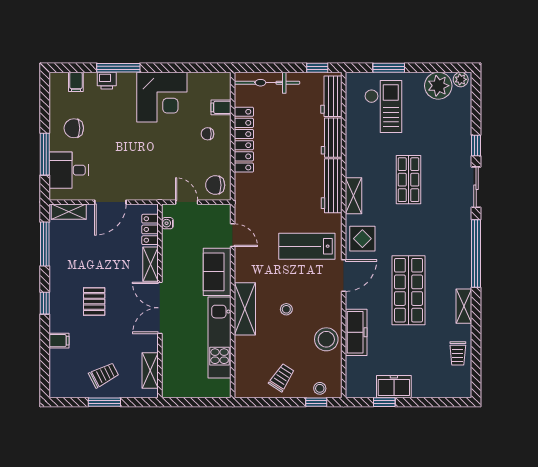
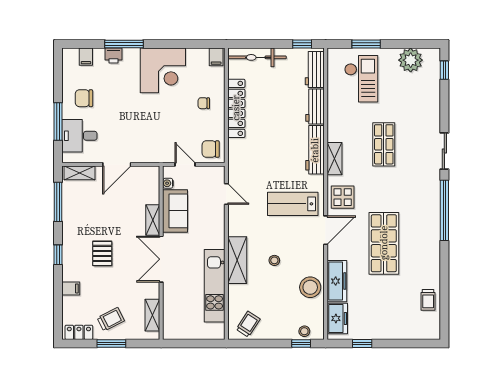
plant: (461, 79) -> (431, 55), removed
filing cabinet: (221, 107) -> (216, 57), moved, turned -90
window: (476, 146) -> (444, 70), moved
locker: (150, 229) -> (79, 332), moved, turned 90
sofa: (217, 272) -> (175, 211), moved, turned 180
shelving: (464, 306) -> (434, 258), removed
trolley: (282, 378) -> (248, 324), moved
freezer: (394, 387) -> (337, 318), moved, turned 90

